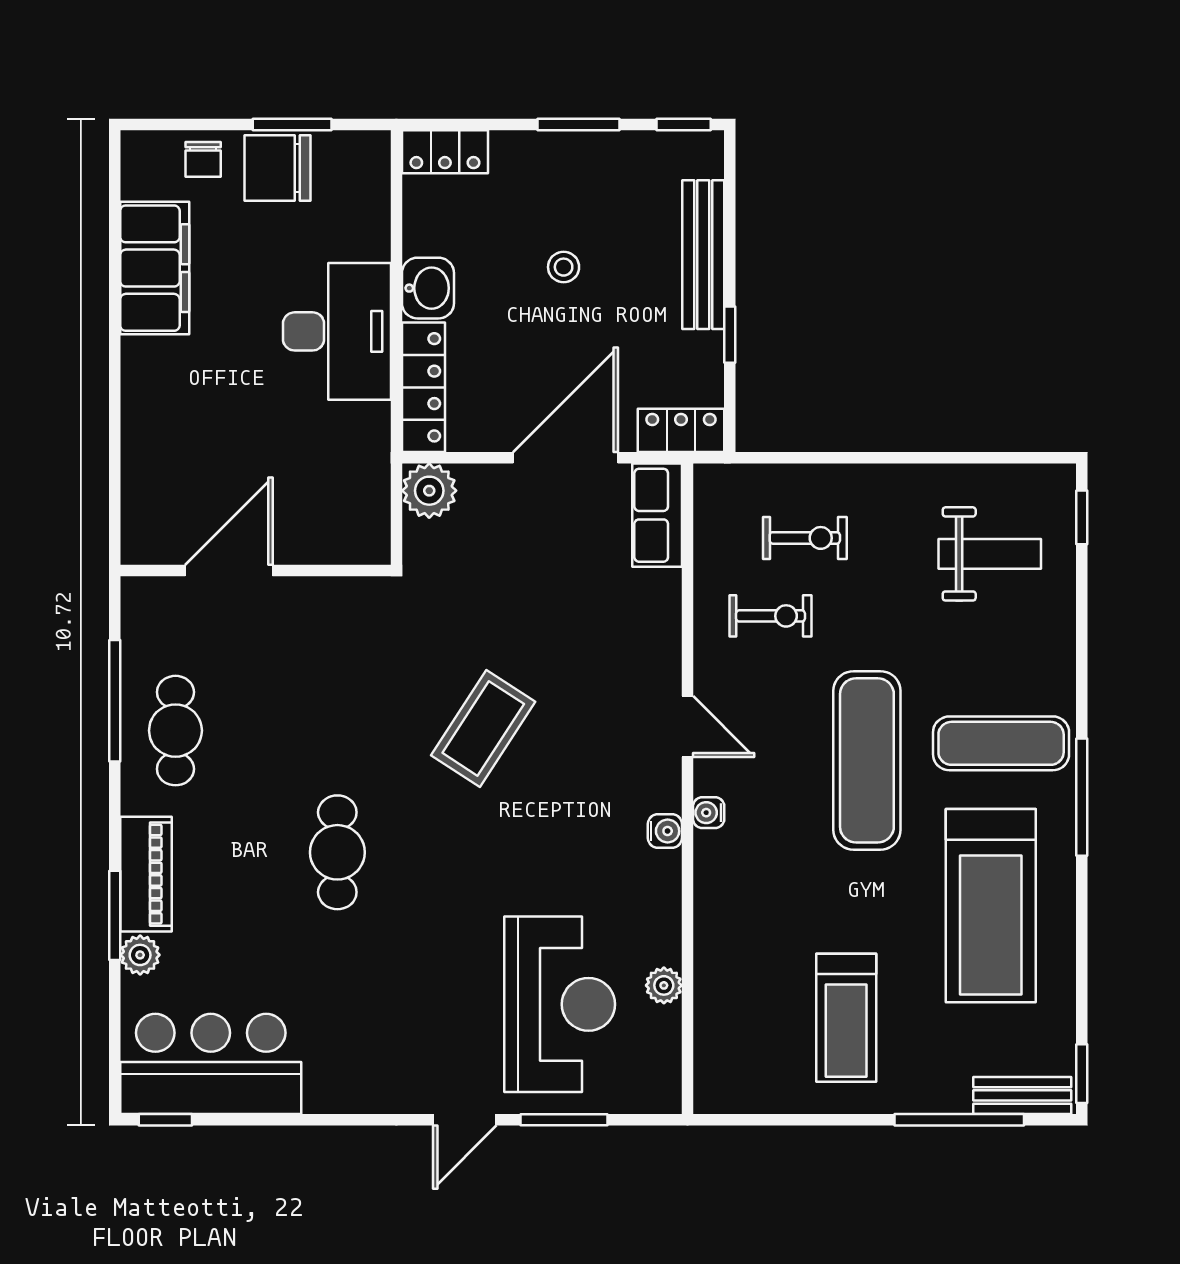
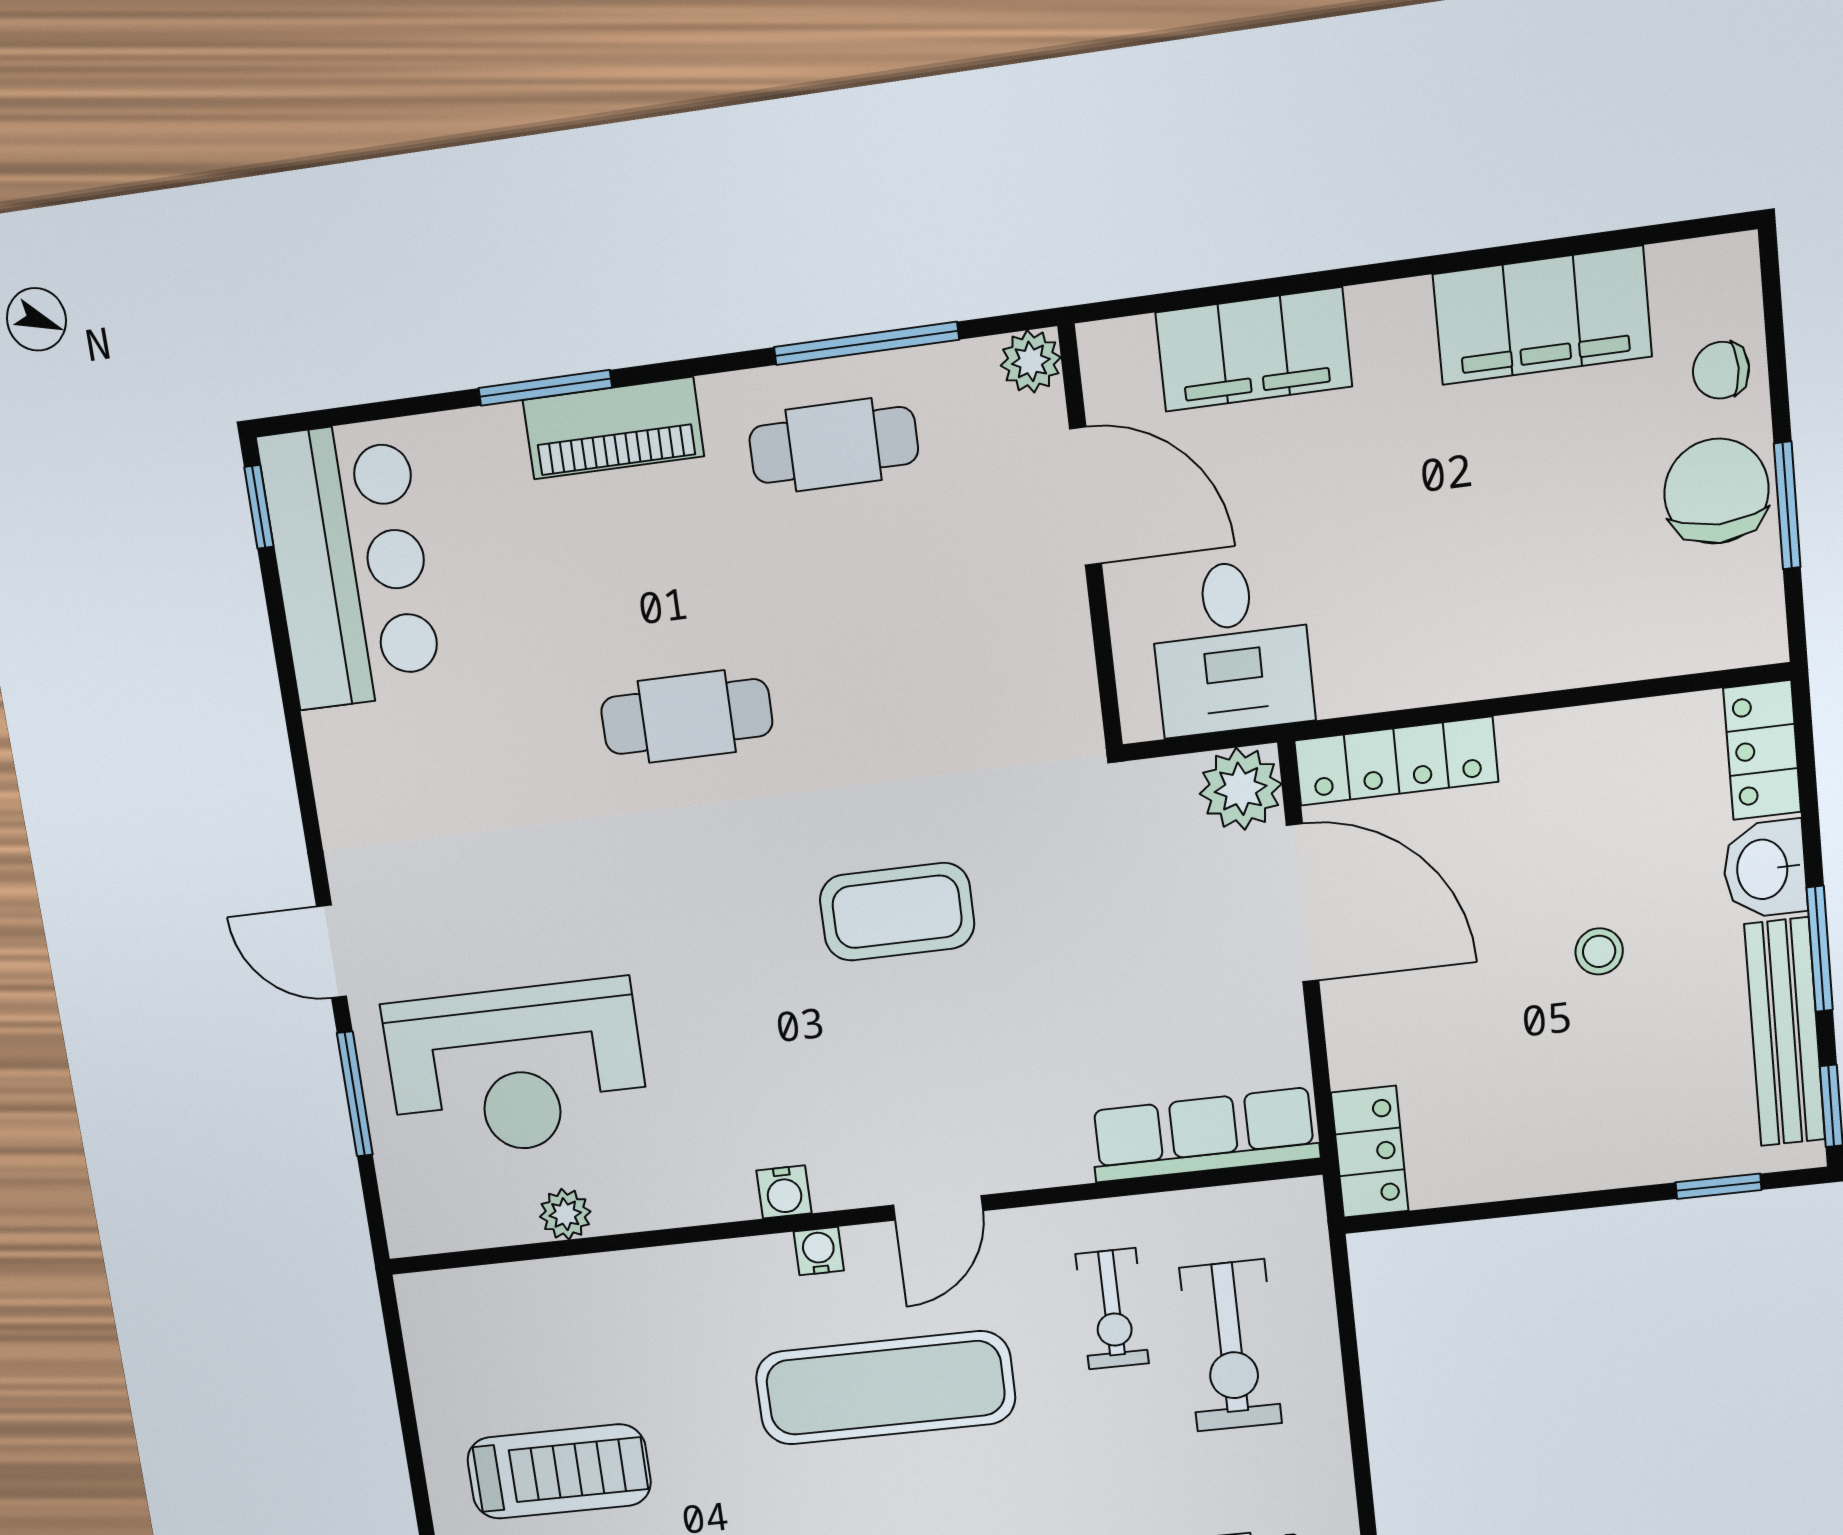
bench: (703, 255) -> (1785, 1032), moved, turned 90
washbasin: (428, 288) -> (1765, 869), moved, turned 90
desk: (337, 331) -> (1231, 647), moved, width x0.73
window: (730, 335) -> (1719, 1186), moved
filing cabinet: (152, 452) -> (1254, 350), added
door: (565, 458) -> (1303, 903), moved
row of seats: (657, 515) -> (1204, 1135), width x1.48
exercise bike: (805, 538) -> (1231, 1346), width x1.38, depth x1.39
coffee table: (483, 728) -> (897, 912), turned -33
exercise mat: (867, 760) -> (885, 1388), moved
plant: (140, 955) -> (1031, 361), moved
treadmill: (846, 1018) -> (559, 1471), turned 180

